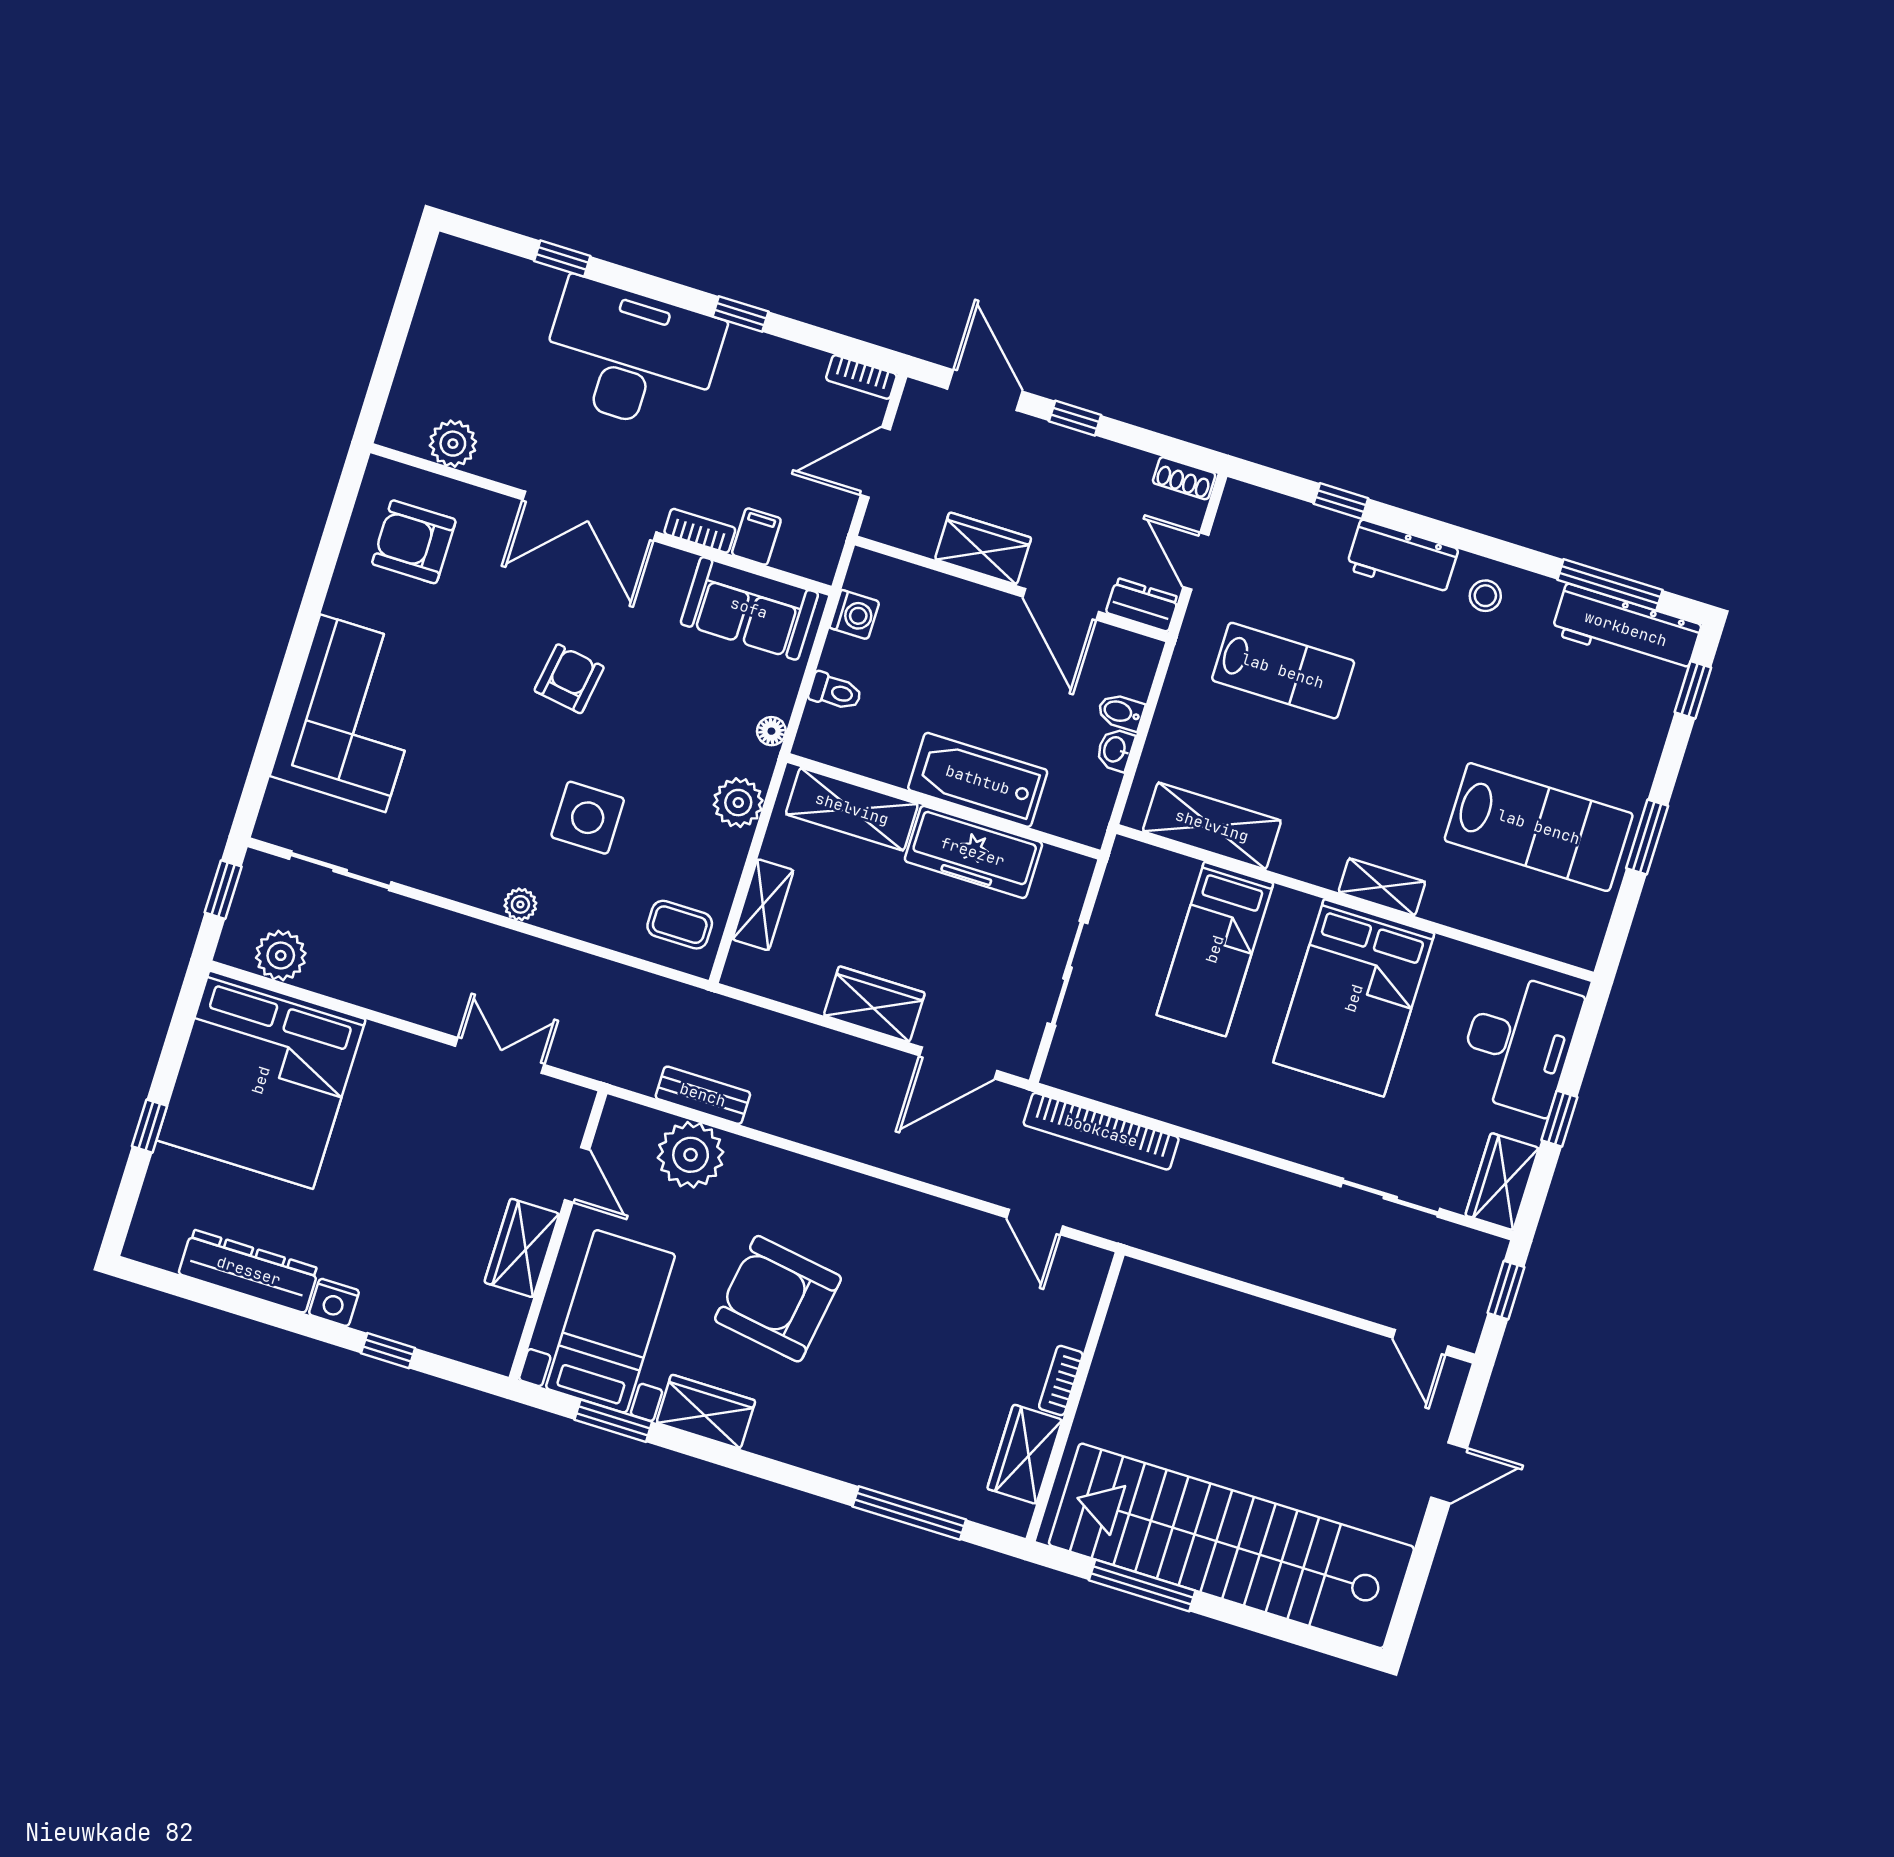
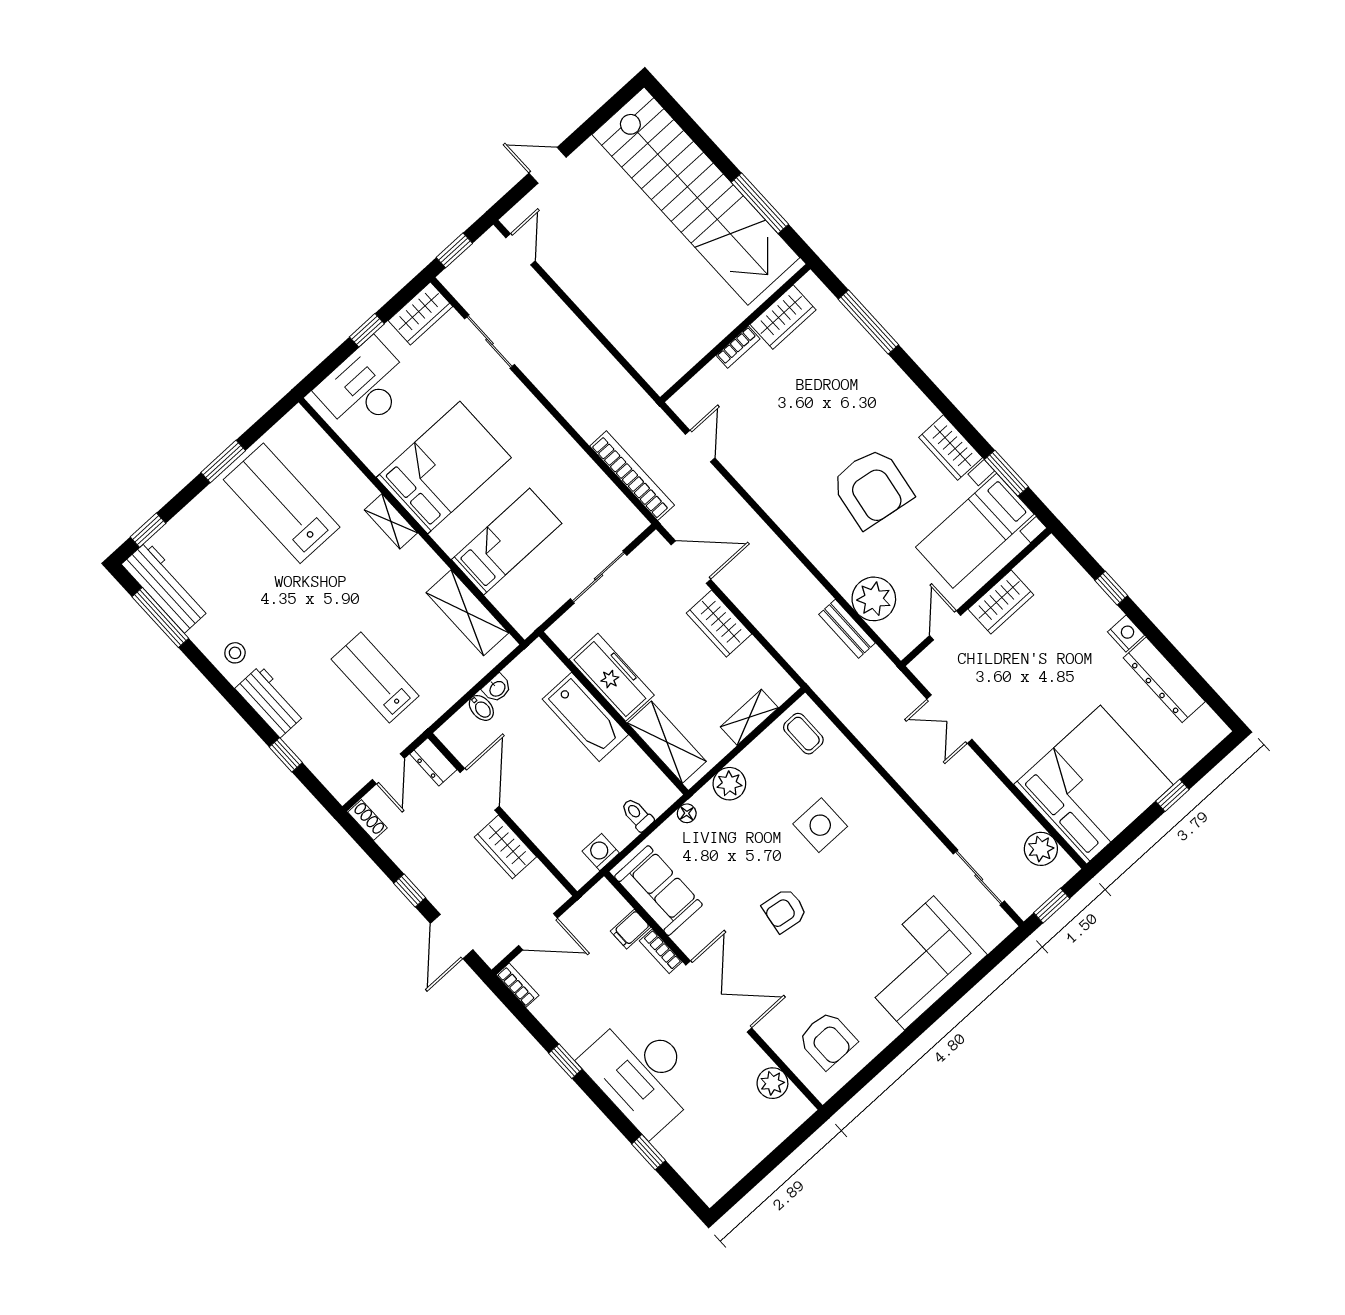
plant: (520, 904) -> (887, 798), removed

